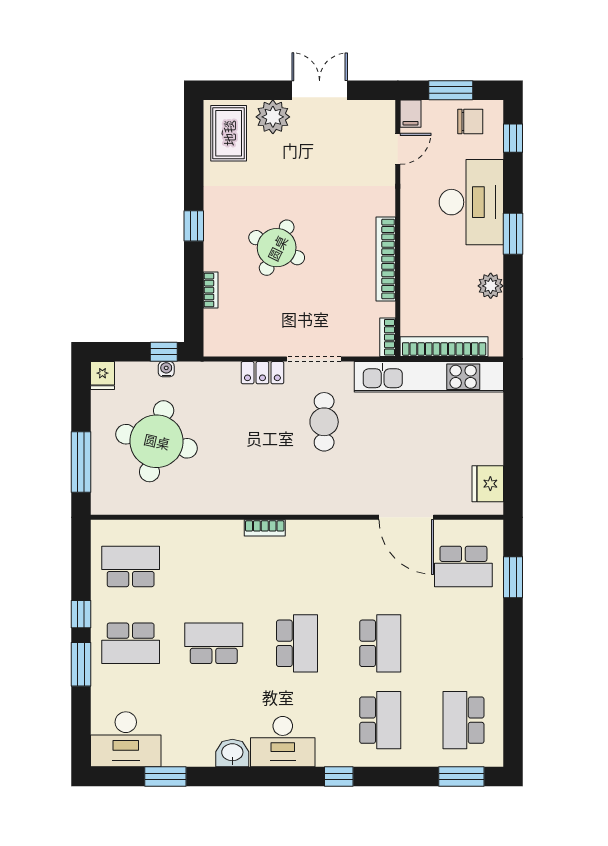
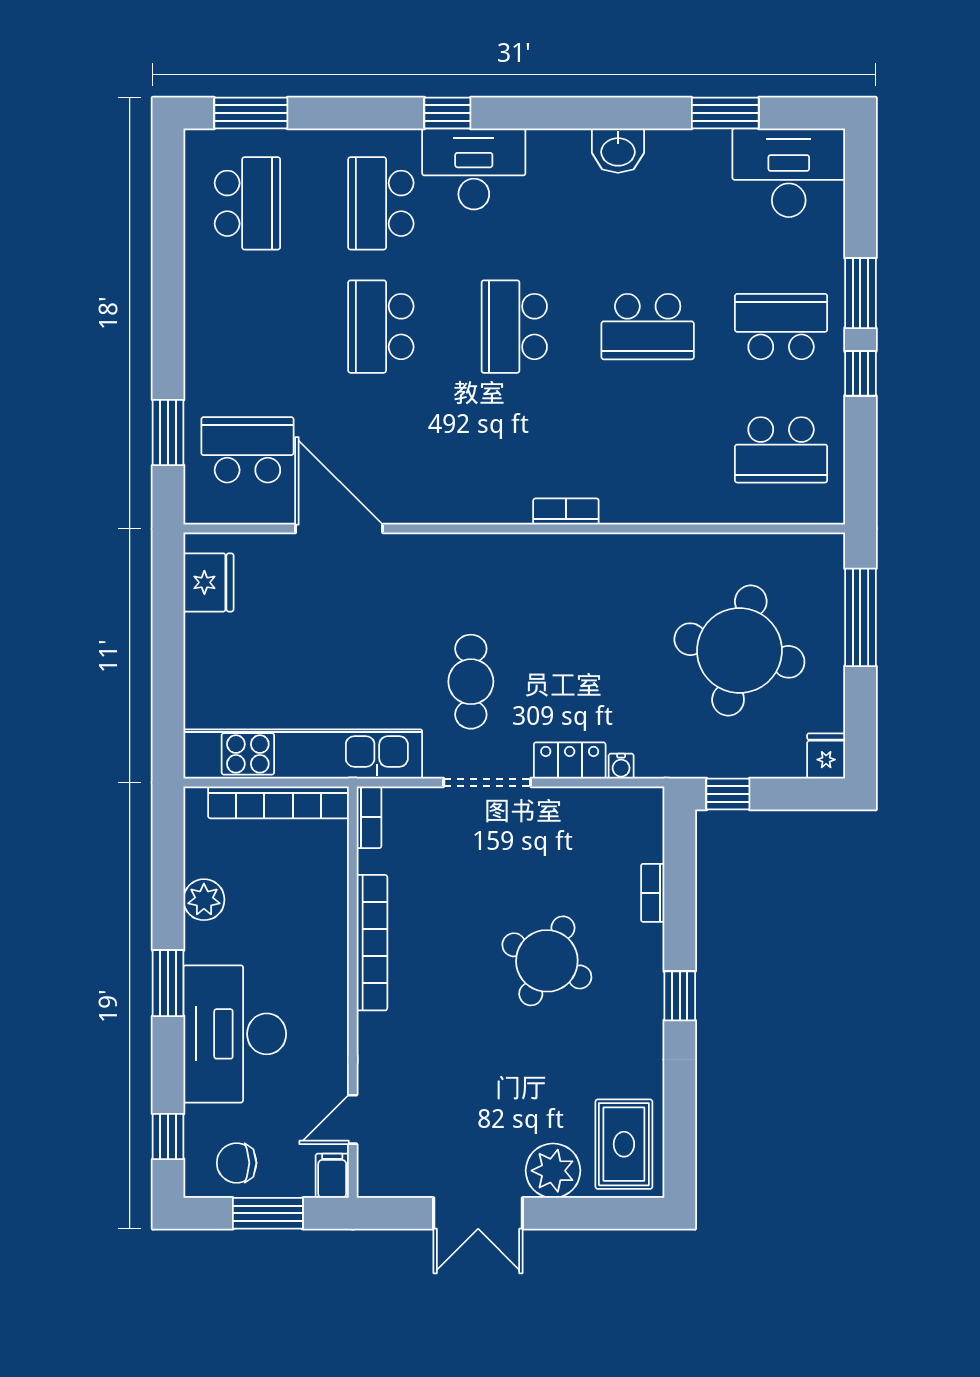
water cooler: (166, 369) -> (621, 766), moved
desk: (283, 742) -> (474, 169), moved

